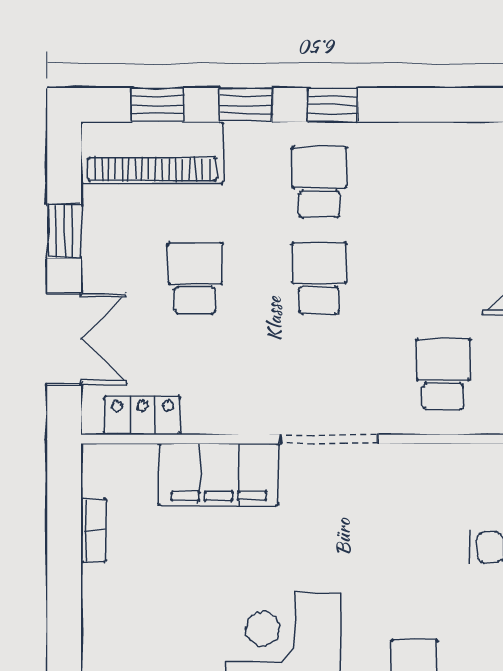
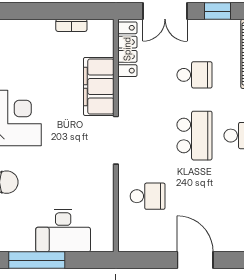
school desk: (319, 278) -> (195, 136), width x1.85
locker: (142, 416) -> (127, 49), width x1.53

